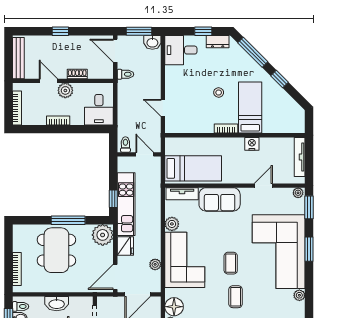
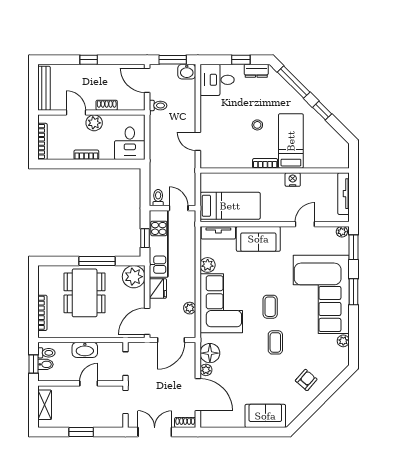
toilet: (125, 144) -> (158, 198), moved
wall: (139, 154) -> (173, 208), moved
door: (145, 154) -> (179, 208), moved

